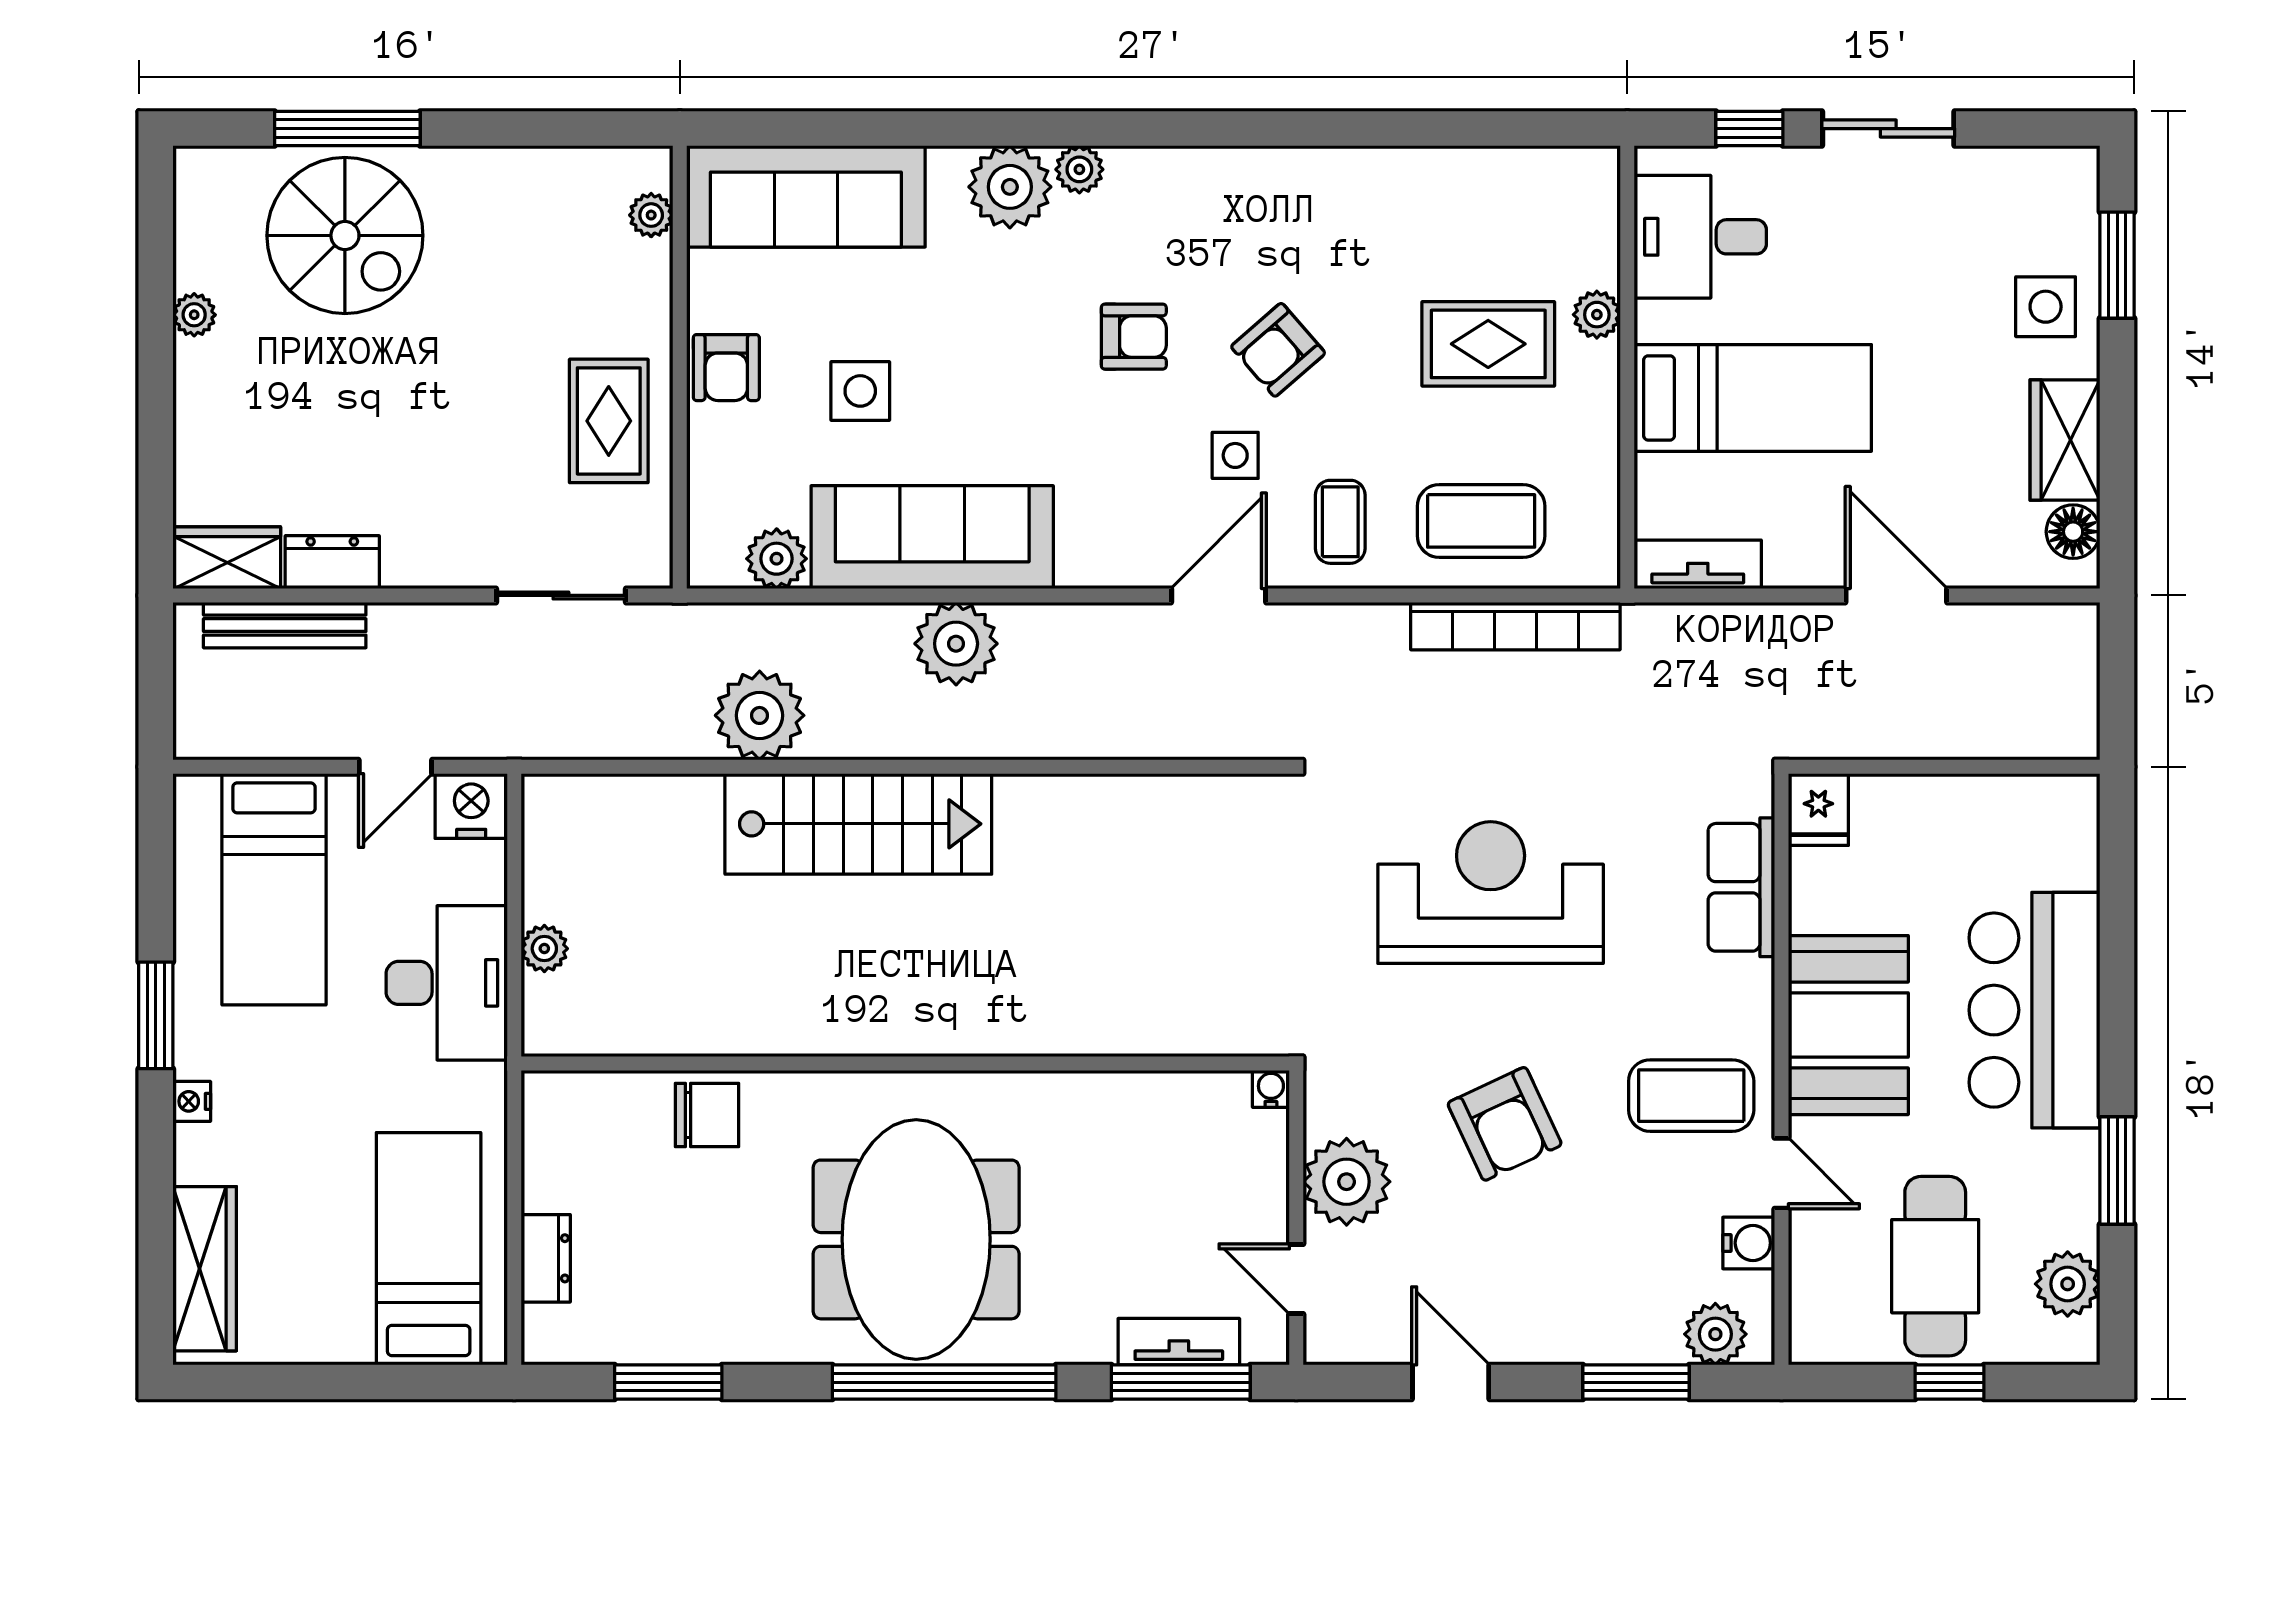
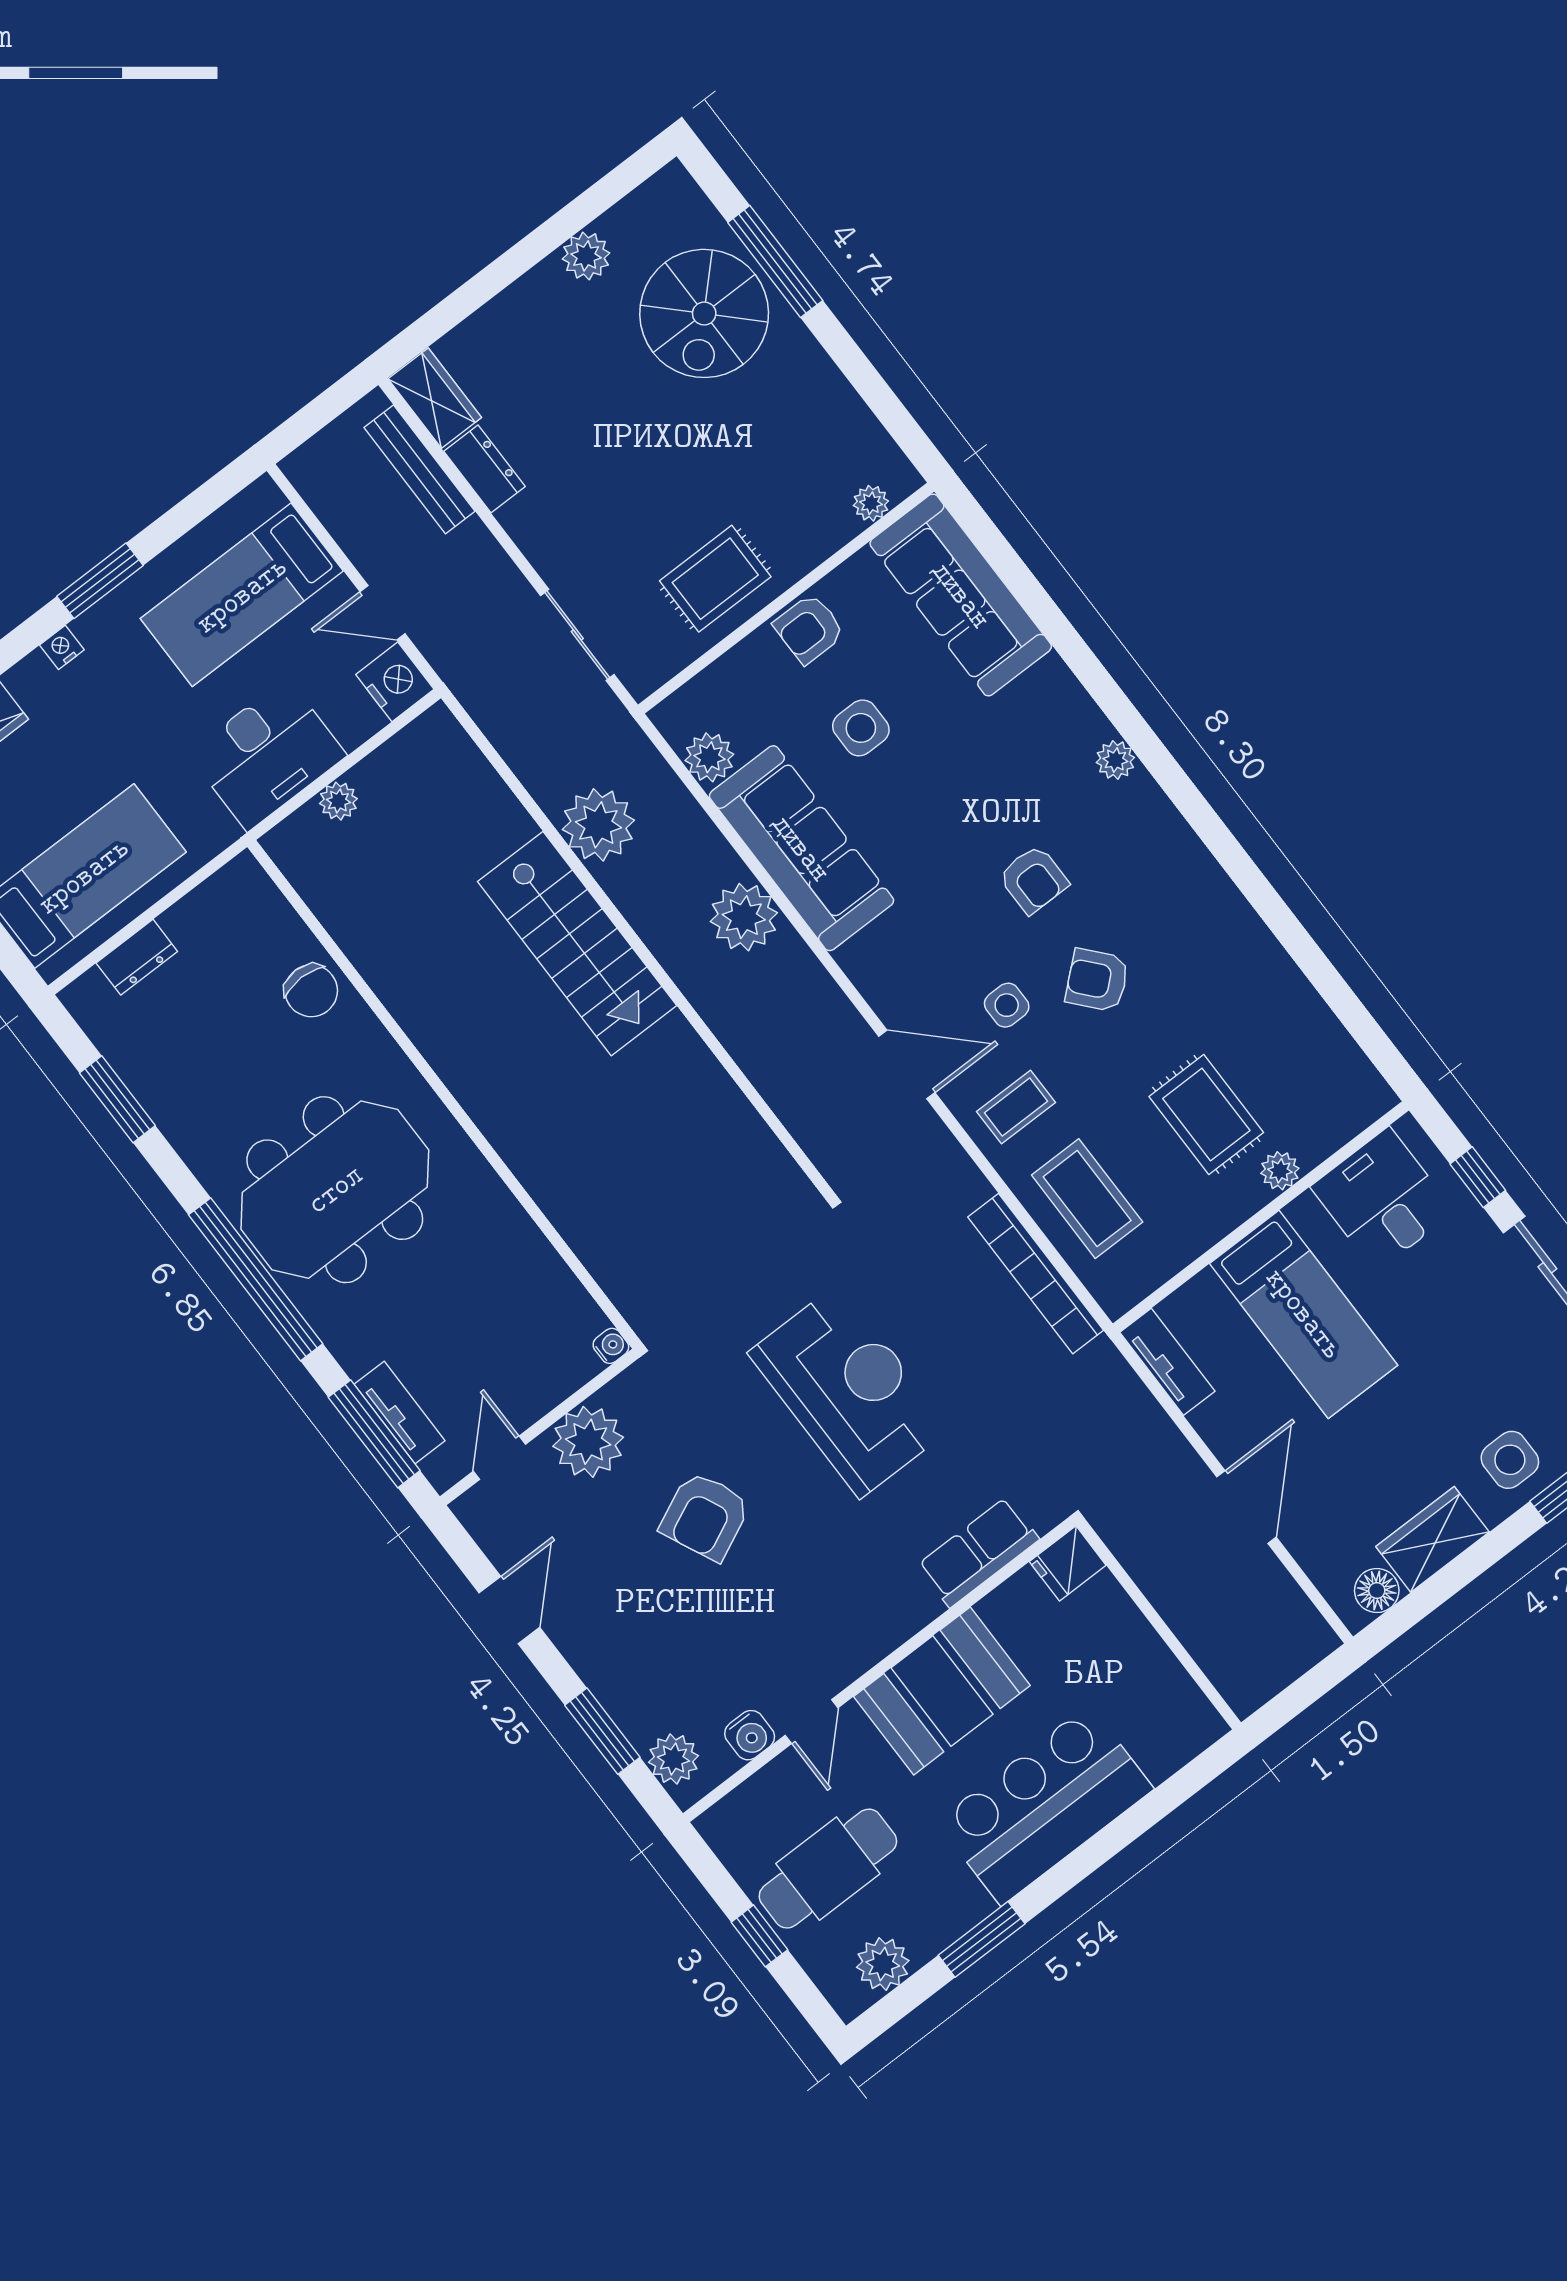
plant: (1010, 187) -> (1069, 723), removed
plant: (194, 315) -> (586, 256), width x1.38, depth x1.38
coffee table: (1691, 1096) -> (817, 1624), removed

